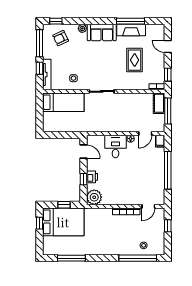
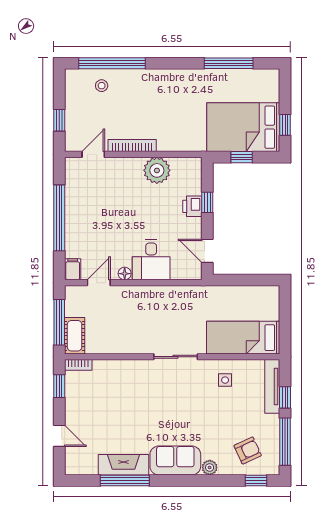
rug: (135, 60) -> (118, 412), removed
plant: (94, 197) -> (157, 170), moved

